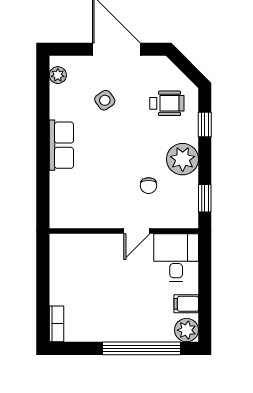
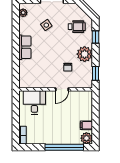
desk: (176, 258) -> (34, 103), moved

